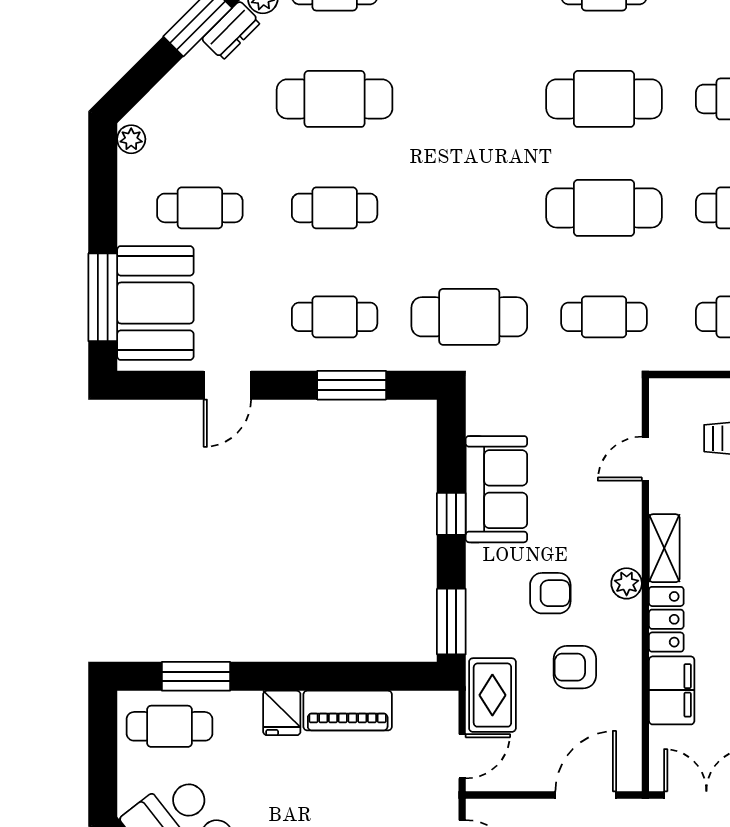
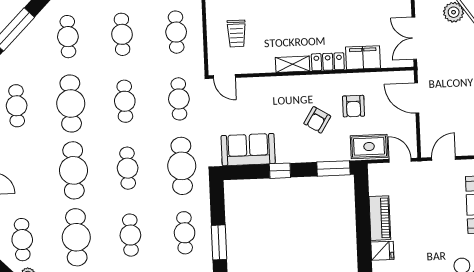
cafe table: (469, 99) -> (73, 170), added
cafe table: (469, 208) -> (128, 168), added
cafe table: (604, 208) -> (125, 101), width x0.73, depth x0.74
window: (352, 385) -> (219, 242), moved
door: (645, 459) -> (224, 76), moved
sofa: (496, 489) -> (248, 150), moved
plant: (627, 583) -> (311, 82), removed
armchair: (550, 593) -> (317, 120), turned -148

